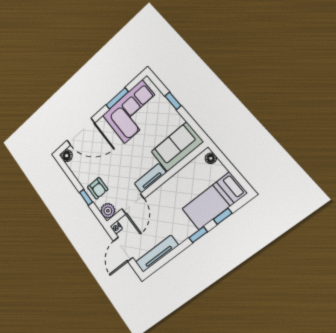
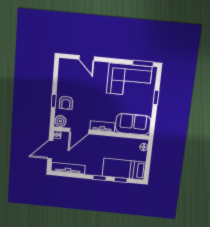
window: (117, 98) -> (143, 63), moved
door: (81, 132) -> (87, 58), width x0.53
floor lamp: (67, 156) -> (64, 64), removed

